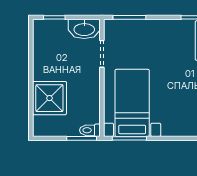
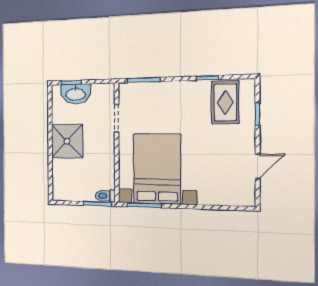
washbasin: (84, 29) -> (76, 94), moved
shower: (49, 98) -> (67, 141), moved
bed with nightstands: (132, 103) -> (157, 169), width x1.36

